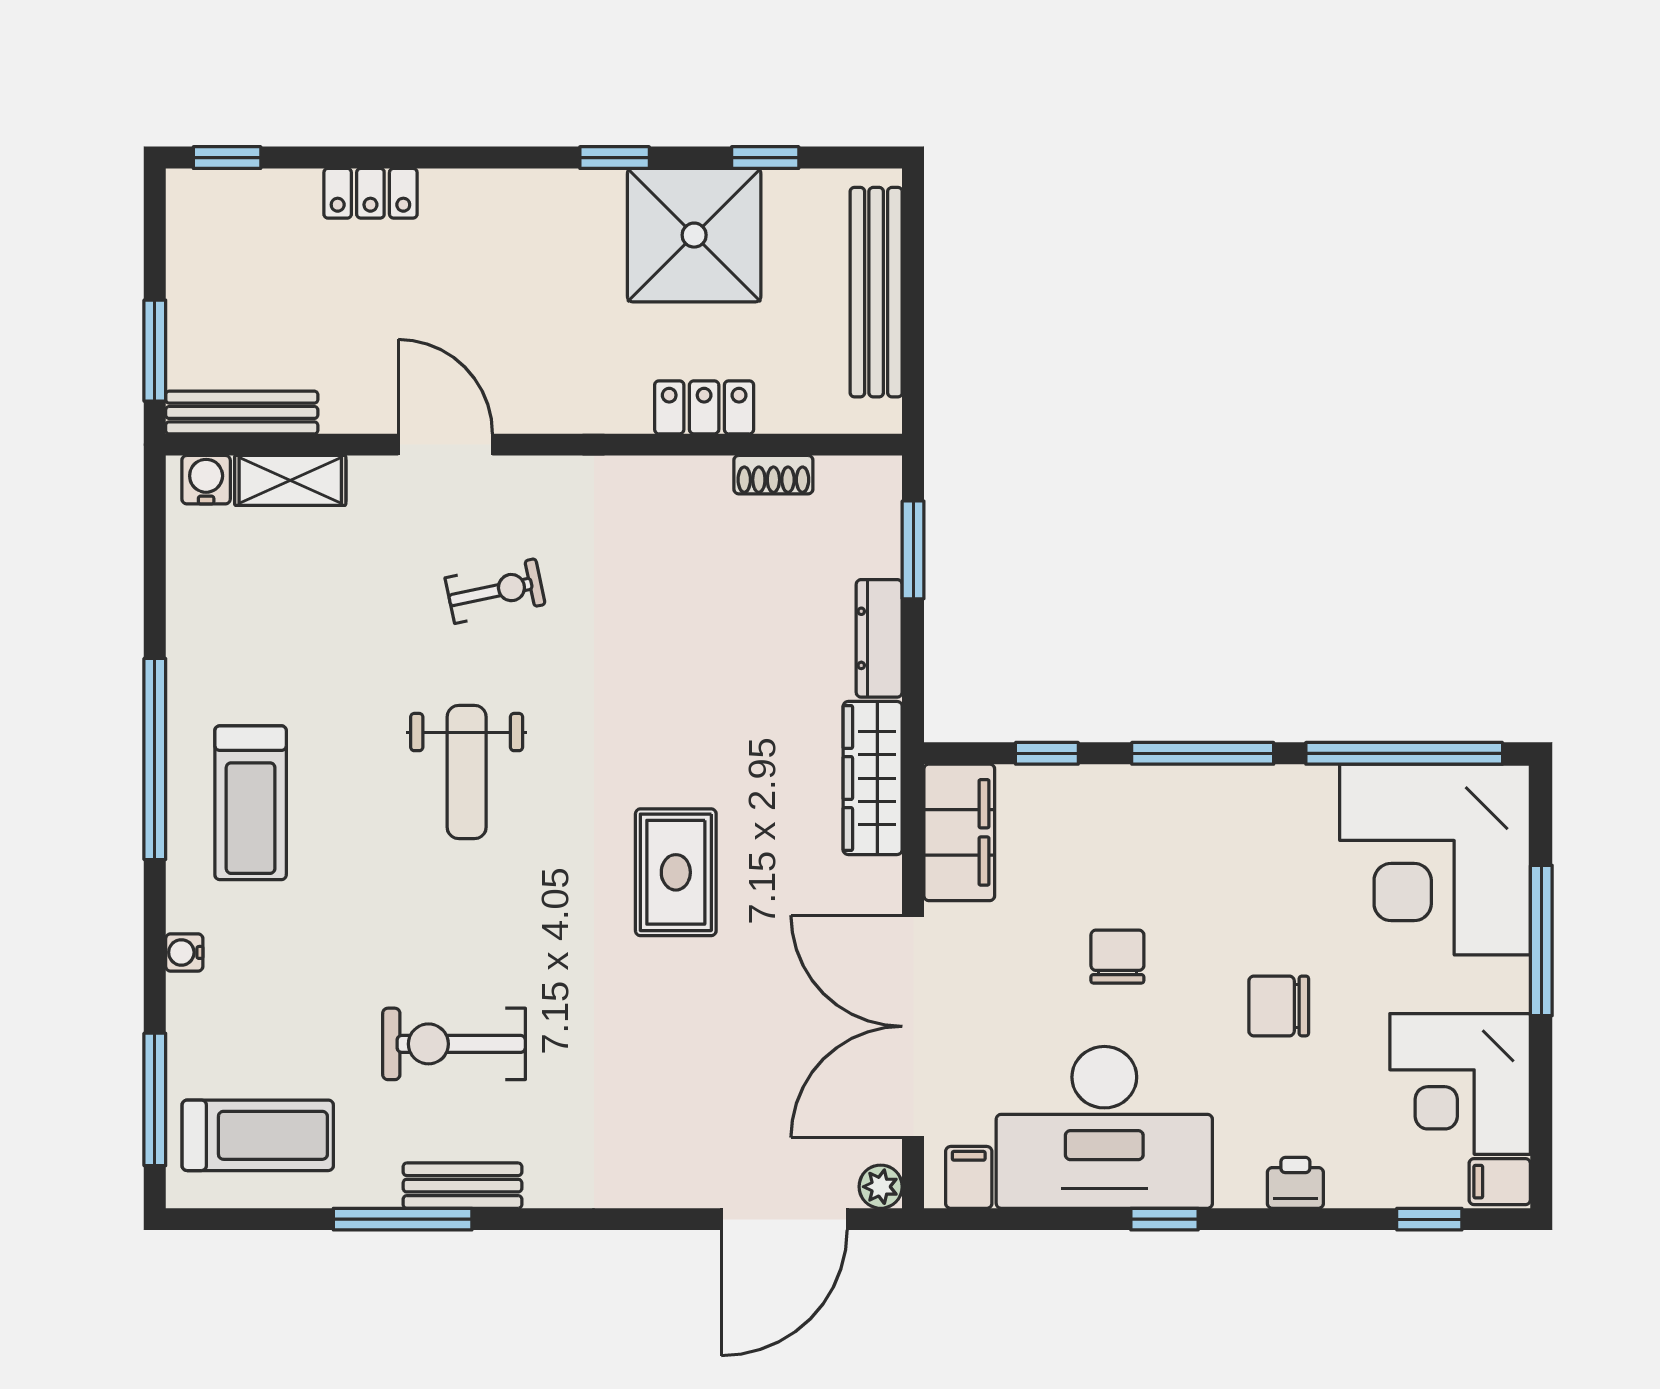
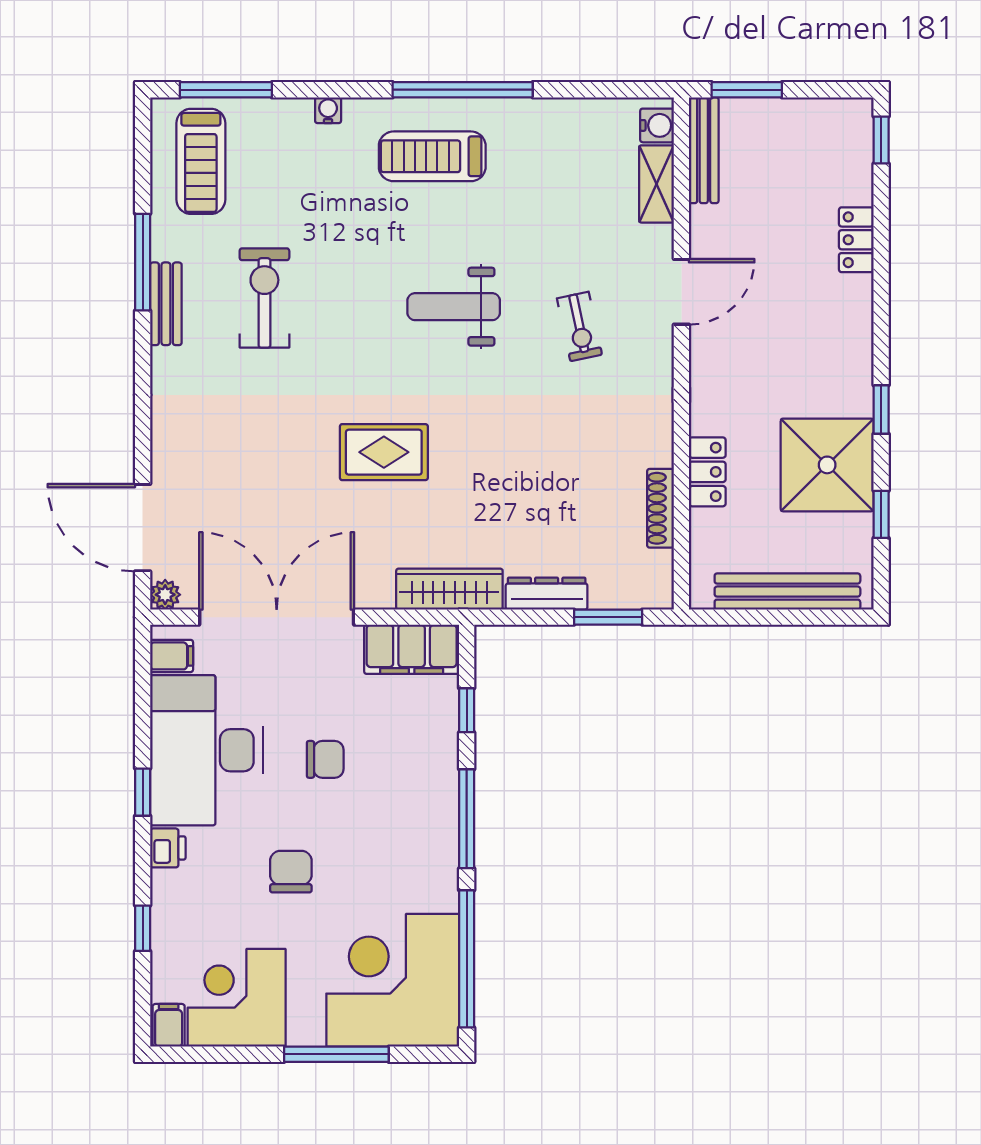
shoe rack: (773, 475) -> (660, 508), width x1.43
printer: (1295, 1183) -> (168, 848), moved
window: (1429, 1219) -> (143, 928), moved

